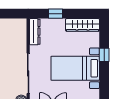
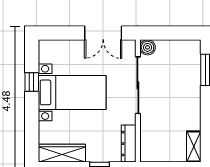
window: (104, 55) -> (32, 82), moved

